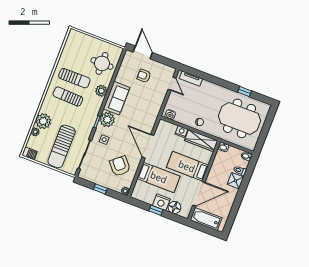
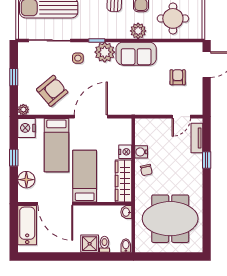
window: (245, 91) -> (207, 160), moved
water cooler: (170, 115) -> (141, 152), moved
meeting table: (240, 118) -> (170, 219), turned 90
nightstand: (161, 202) -> (27, 128), moved

